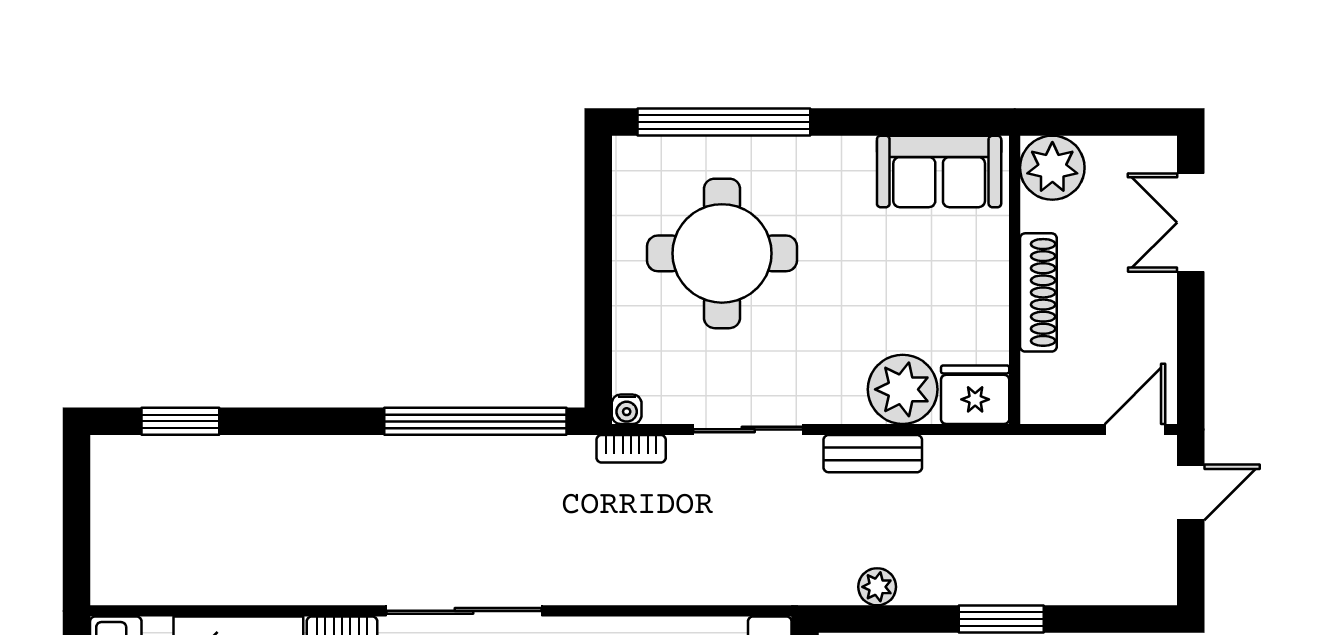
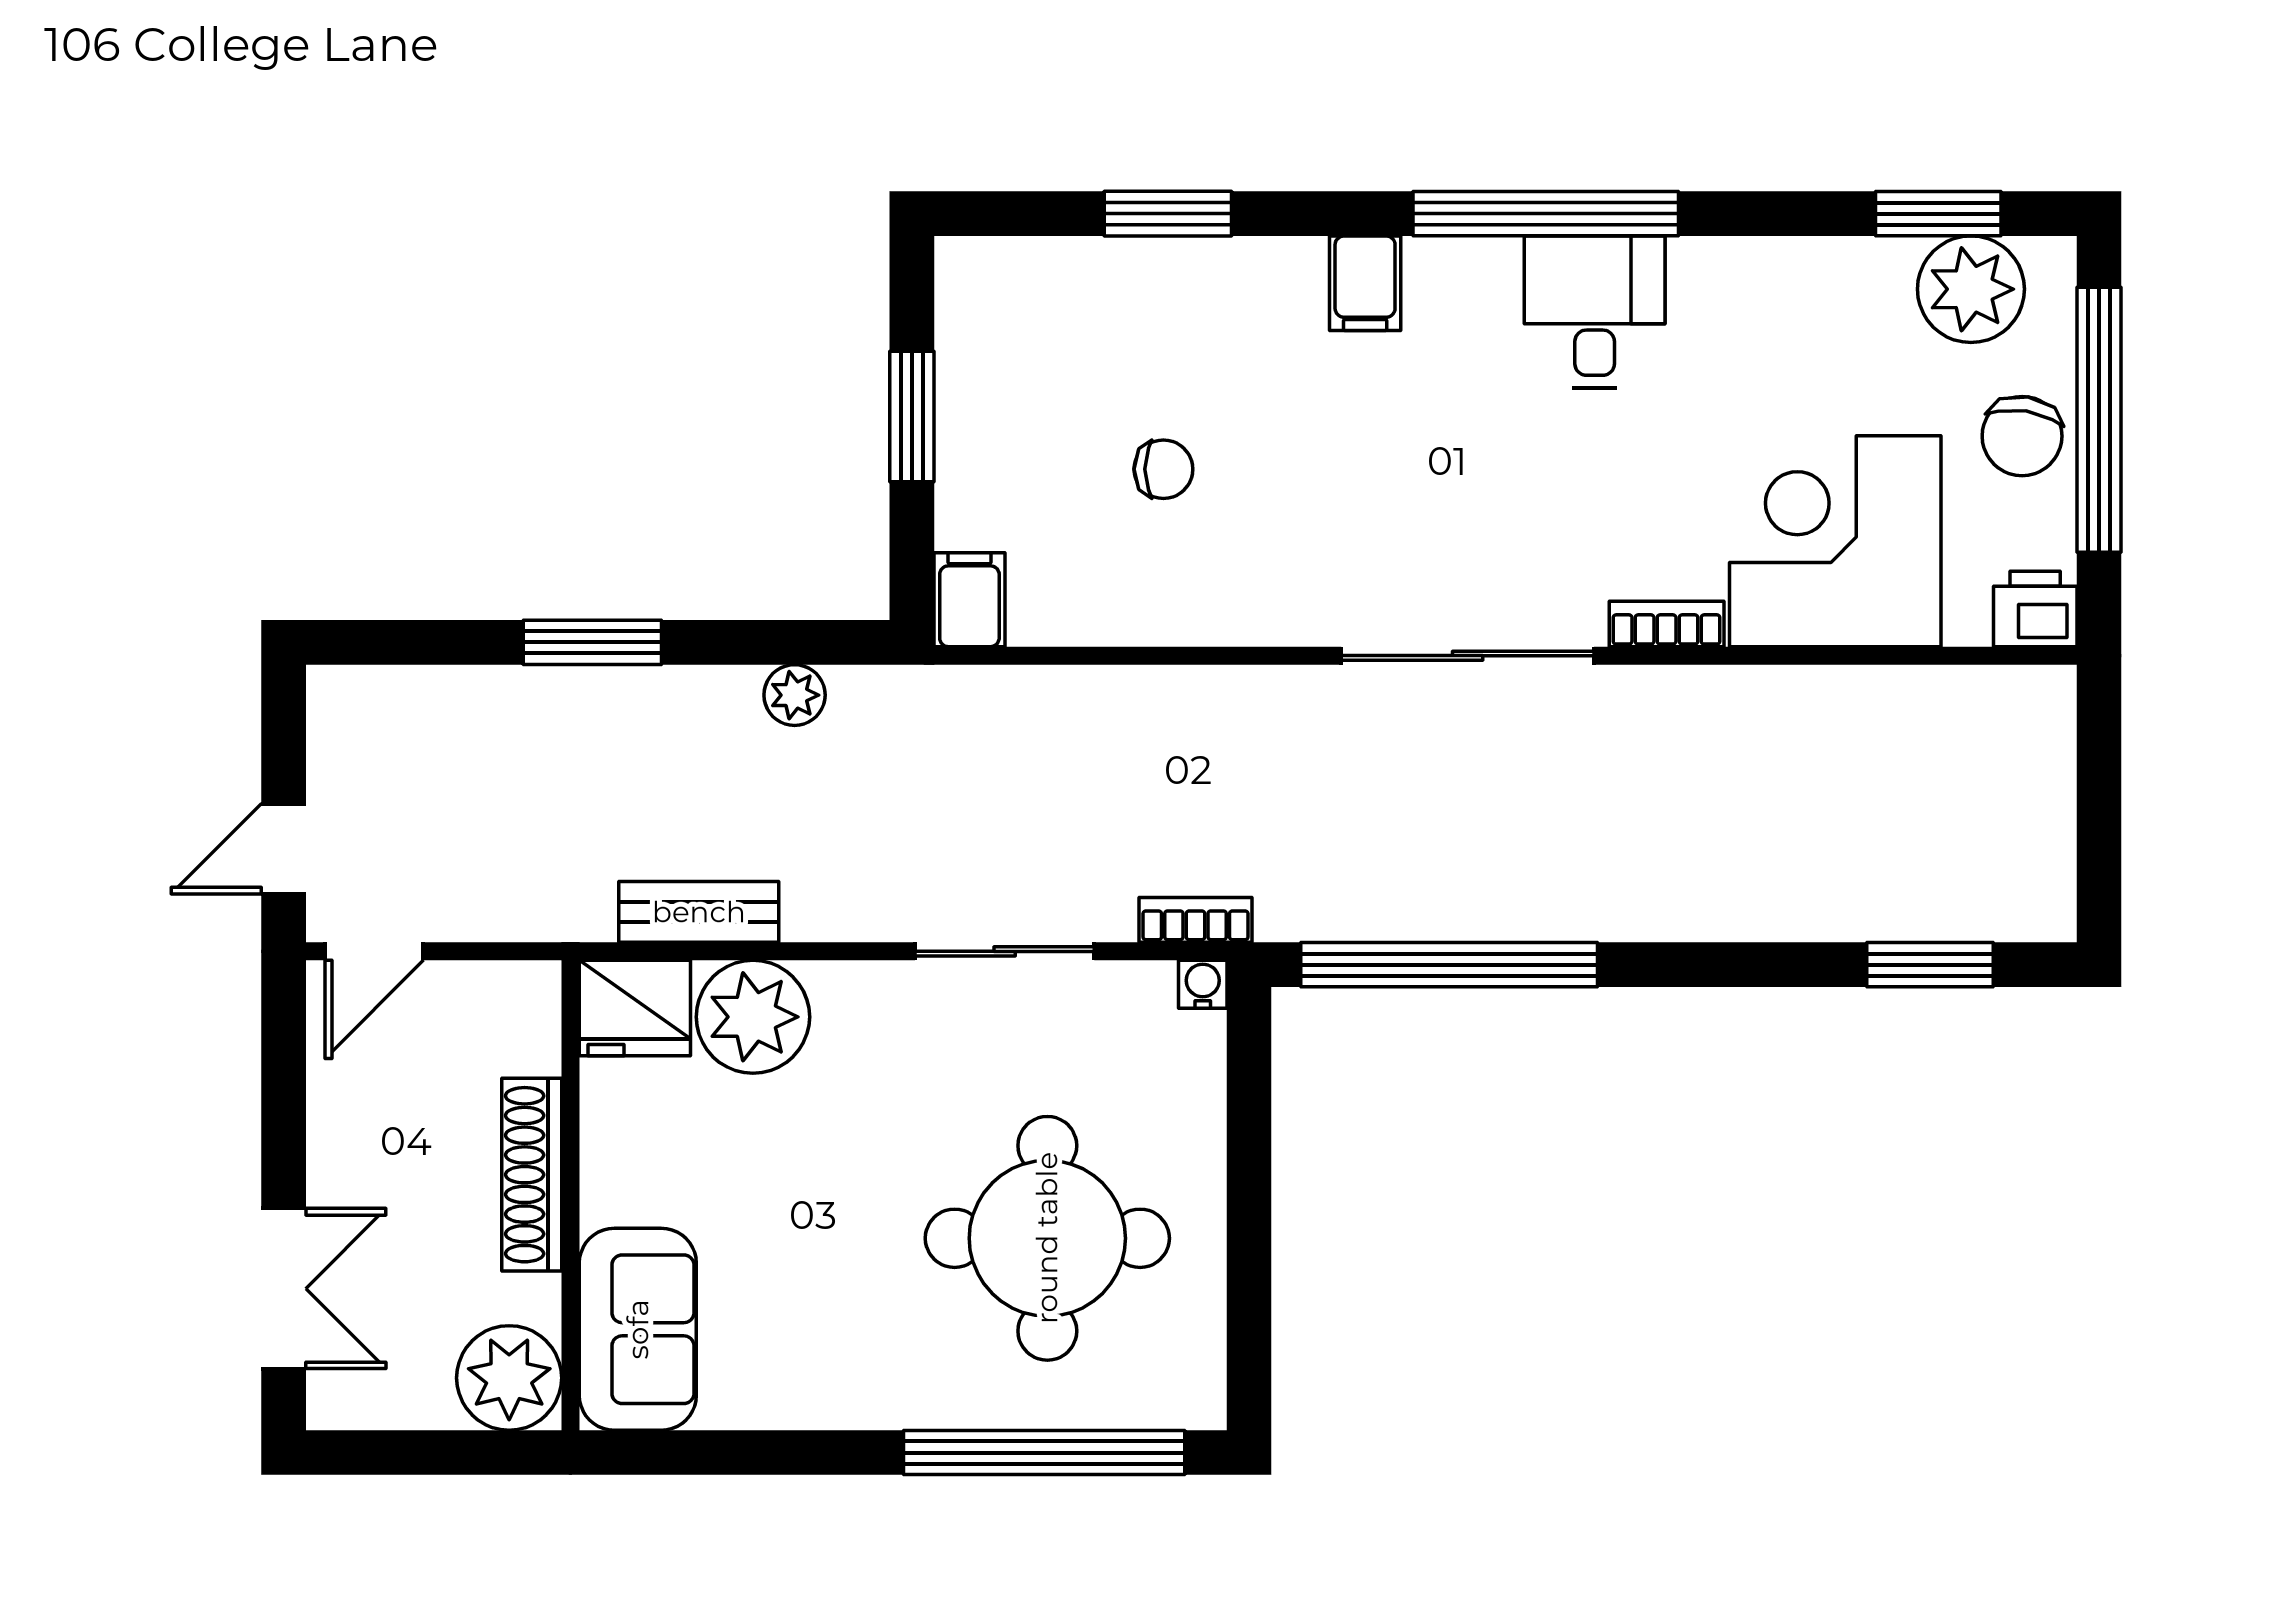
sofa: (939, 171) -> (638, 1329), moved, turned 90
bench: (873, 454) -> (699, 912), moved

